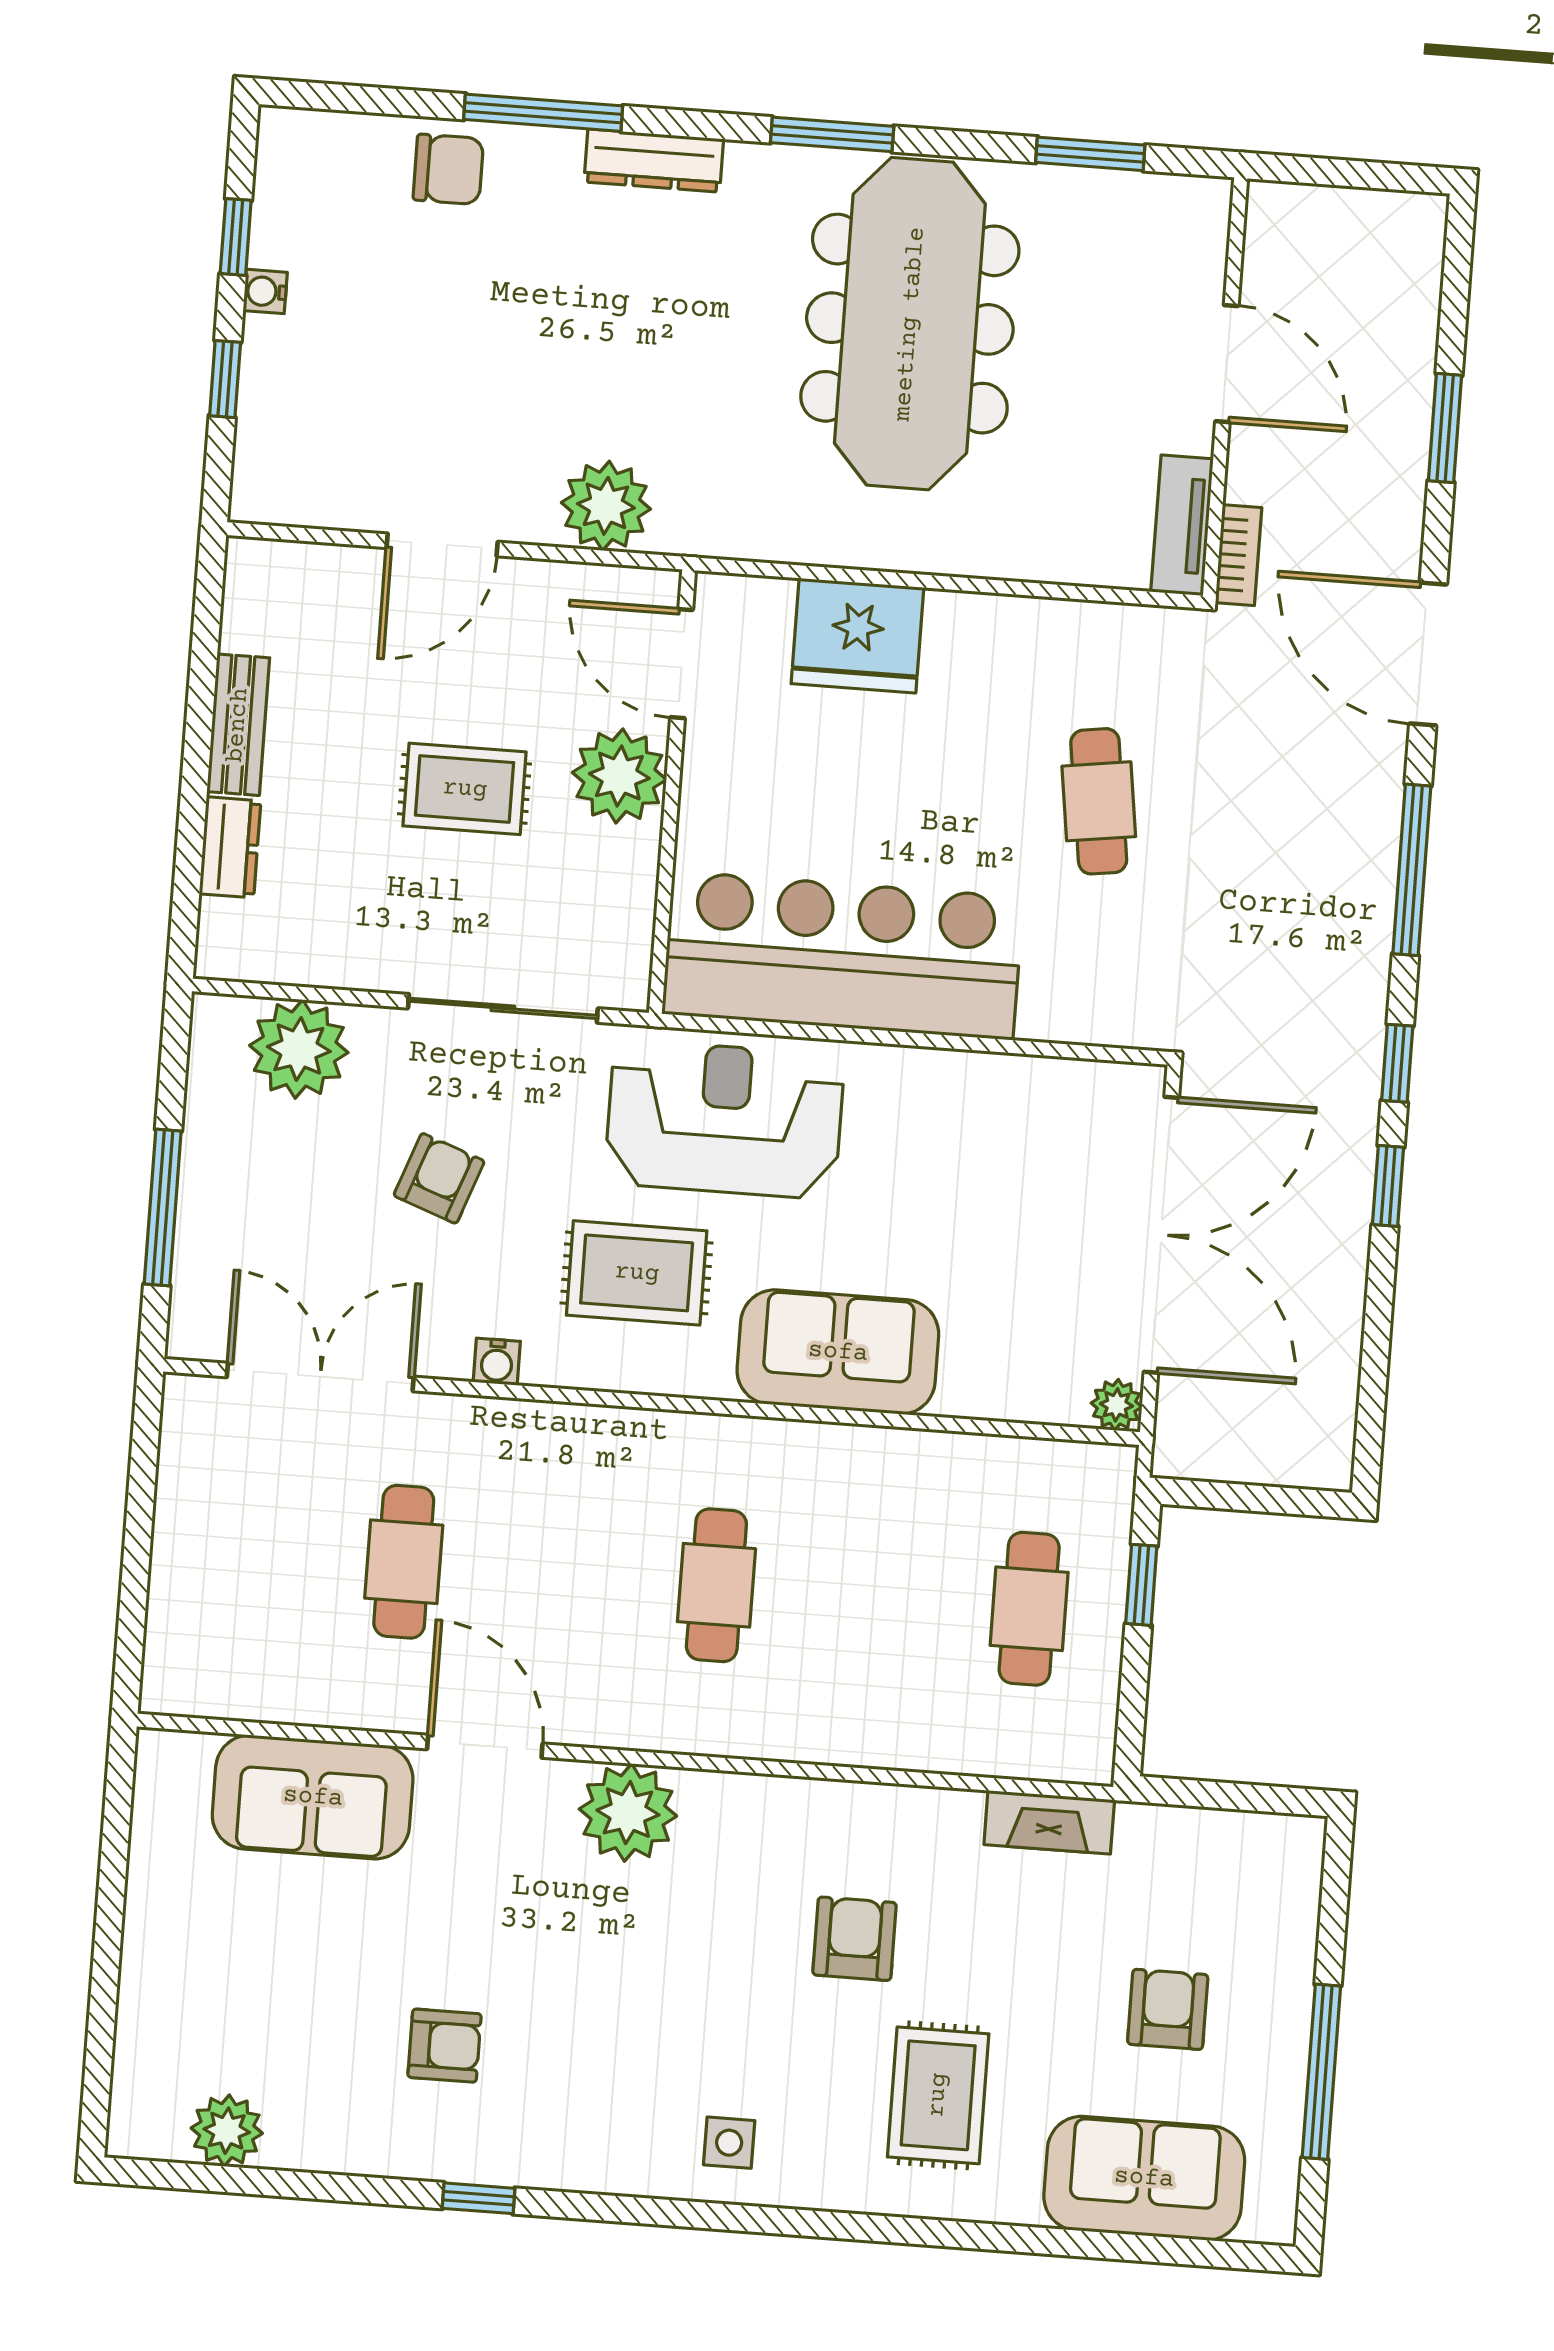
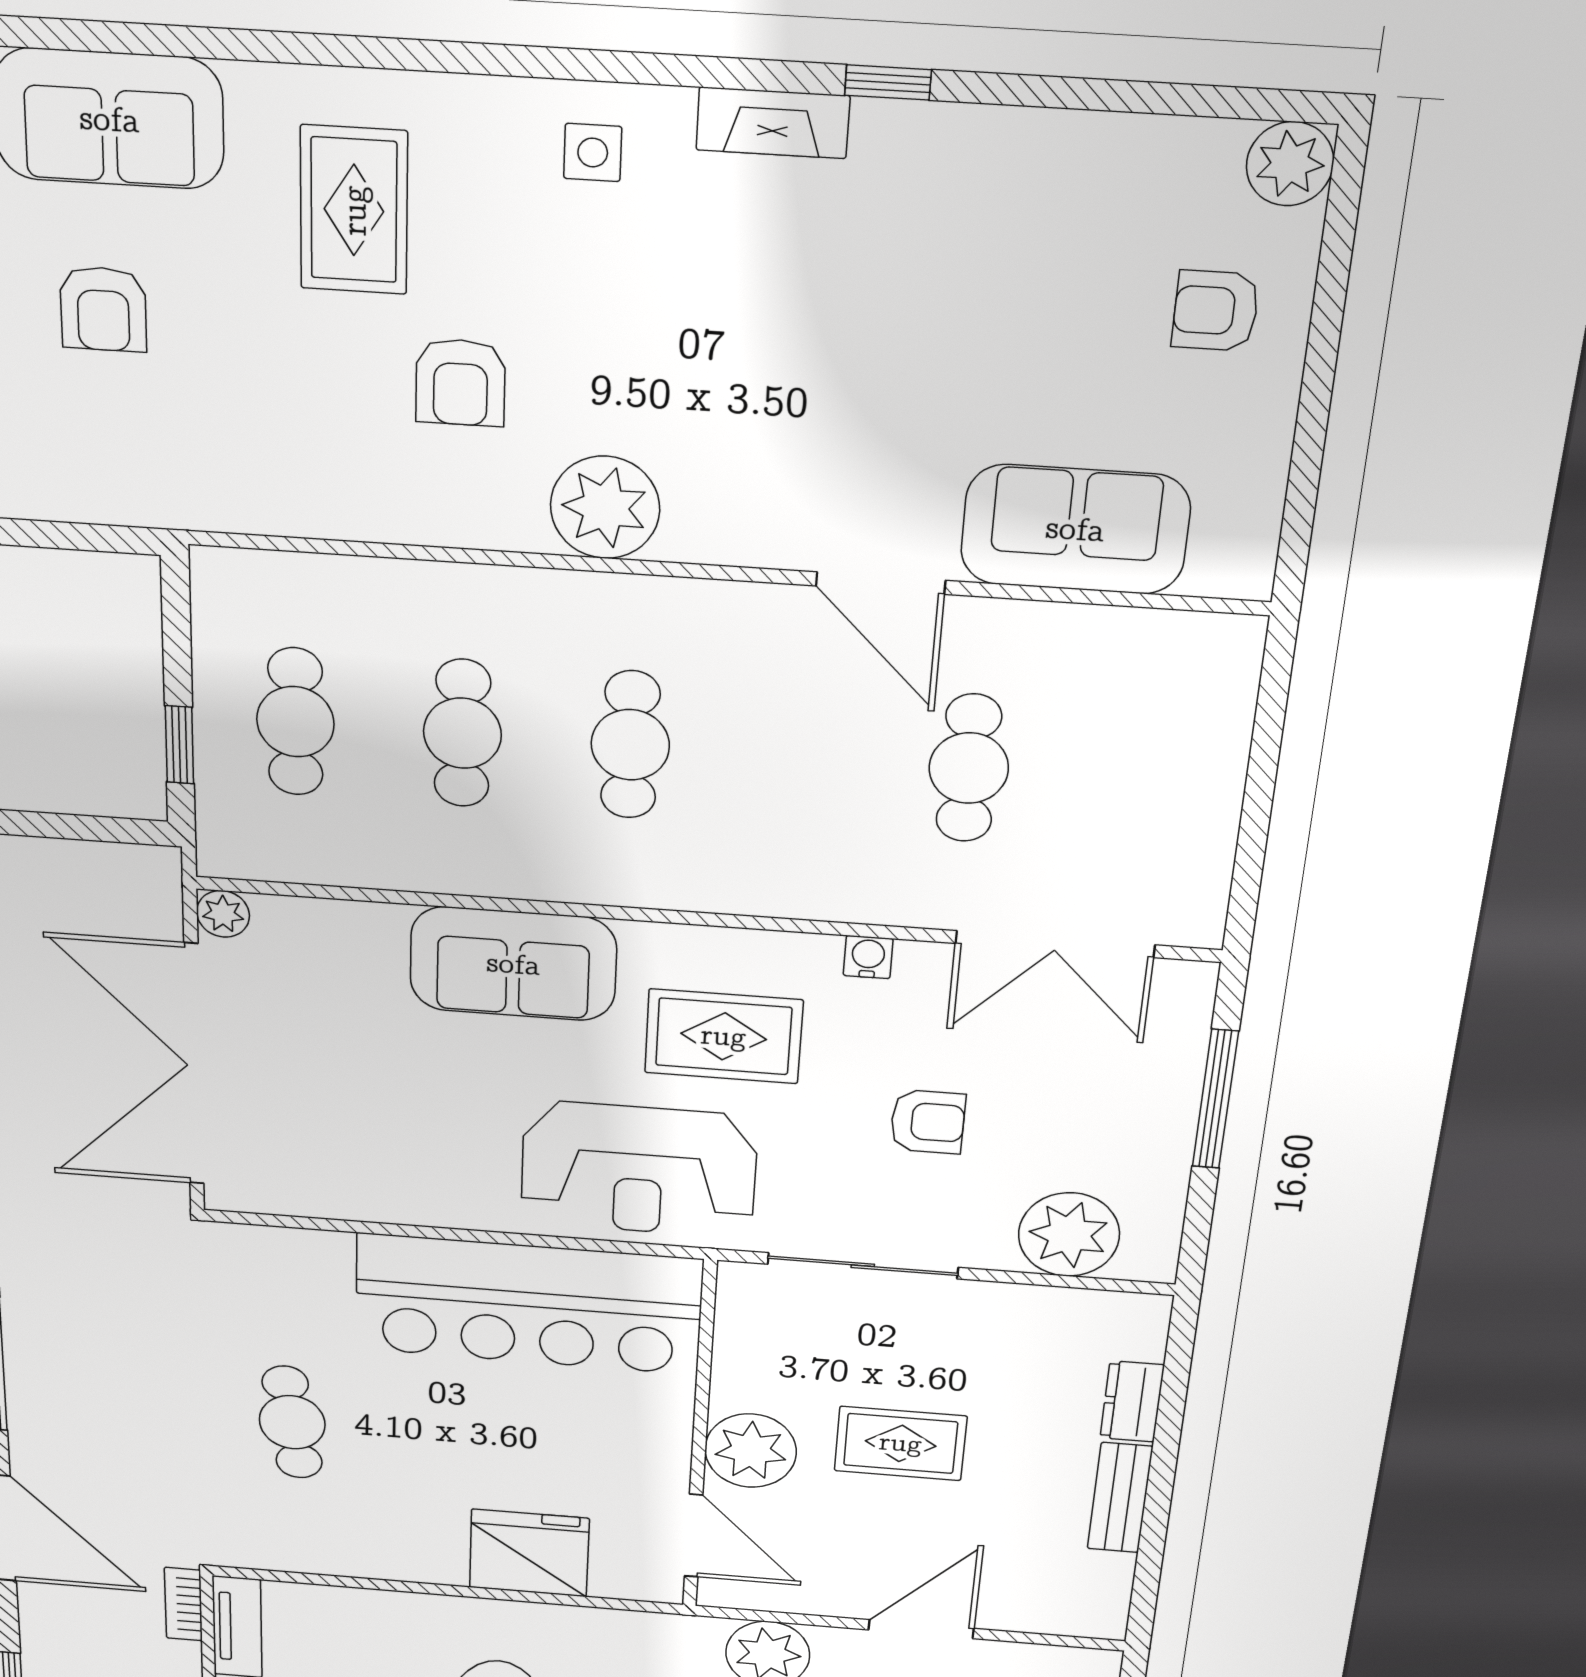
armchair: (439, 1178) -> (928, 1122), turned -110
cafe table: (873, 1597) -> (462, 733), added
plant: (628, 1813) -> (605, 507), moved
fireplace: (1049, 1822) -> (773, 123), moved, turned 180
armchair: (444, 2046) -> (1216, 311), moved
plant: (227, 2131) -> (1290, 164), moved

